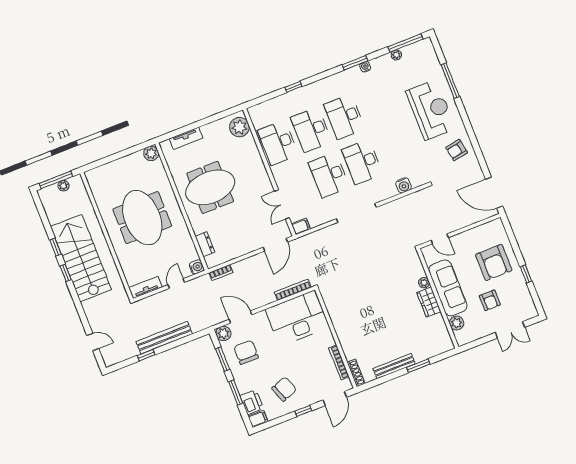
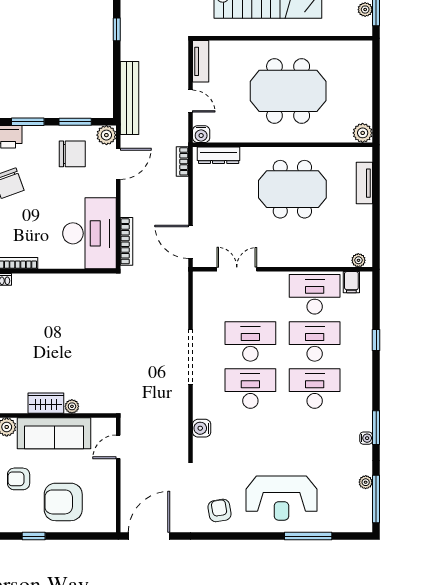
plant: (239, 127) -> (358, 260), width x0.53, depth x0.53
meeting table: (210, 187) -> (292, 189), turned 90
filing cabinet: (301, 226) -> (351, 282), moved
dresser: (205, 244) -> (219, 155), width x1.44
bench: (164, 338) -> (130, 98), moved

